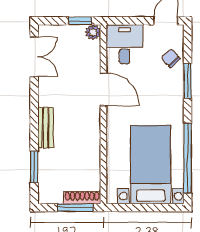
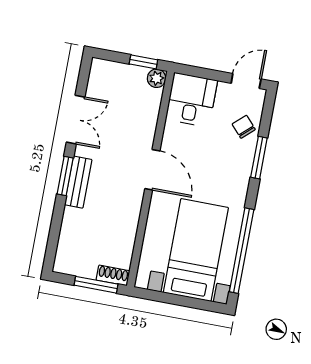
double door: (34, 57) -> (76, 120), moved
door: (103, 89) -> (152, 170), moved
window: (34, 167) -> (65, 176), moved
shoe rack: (82, 198) -> (113, 275), width x0.70

